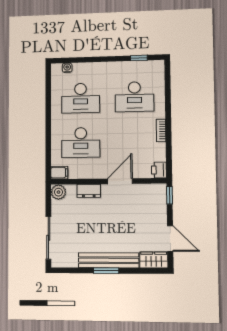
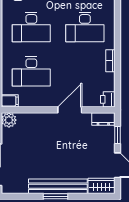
dresser: (89, 191) -> (103, 119), moved
window: (169, 195) -> (117, 135), moved

